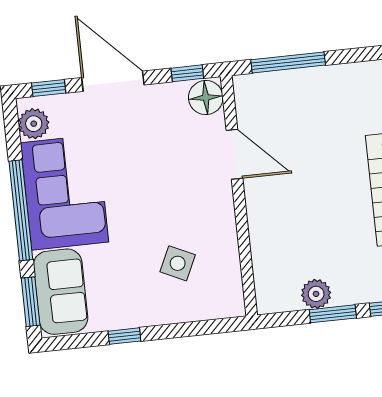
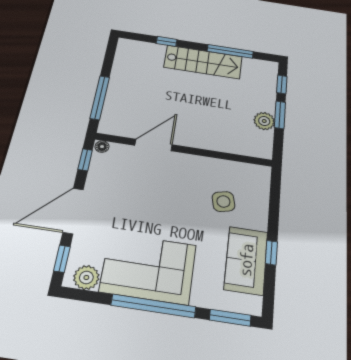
floor lamp: (206, 98) -> (102, 147), width x0.53, depth x0.53
side table: (178, 263) -> (223, 202), turned -38
sofa: (61, 292) -> (246, 260), moved, turned -90

